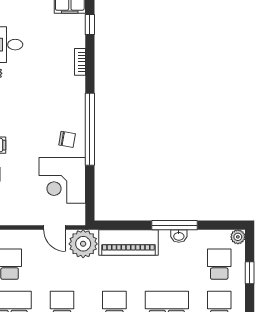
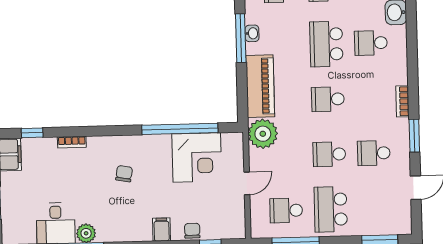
window: (90, 129) -> (180, 129), moved
chair: (67, 139) -> (124, 174), moved
door: (54, 227) -> (247, 183), moved

